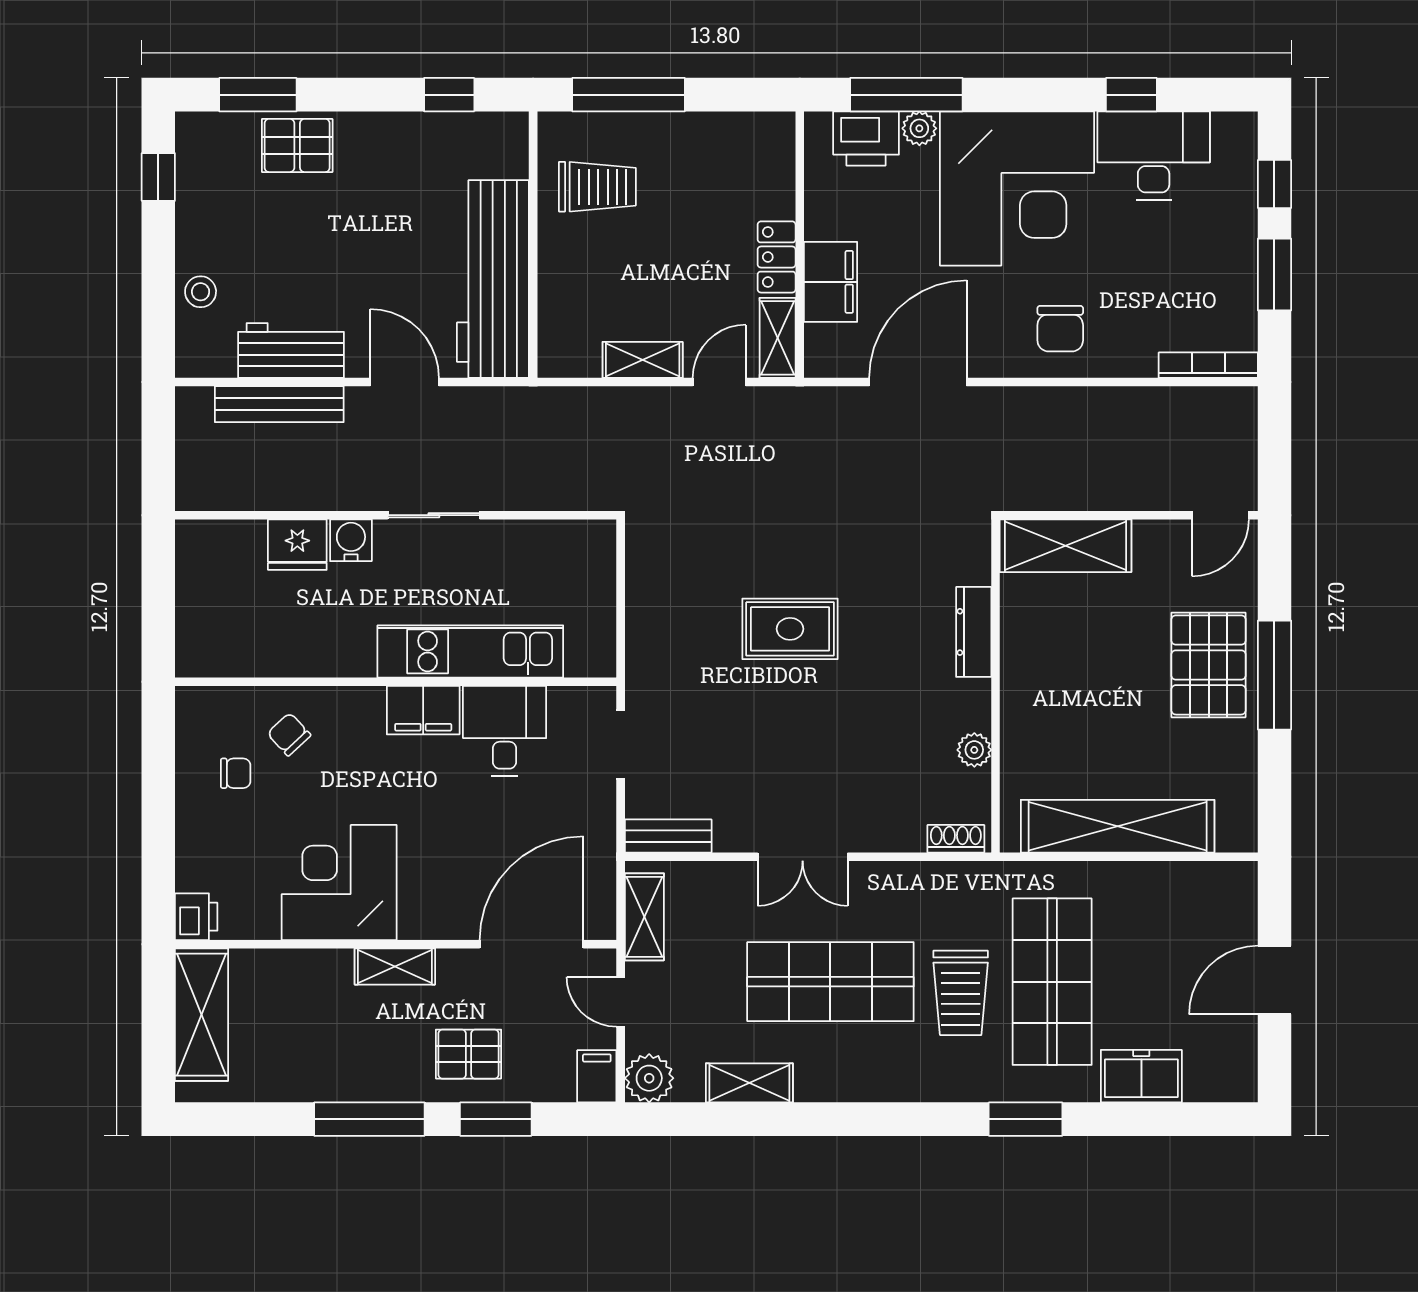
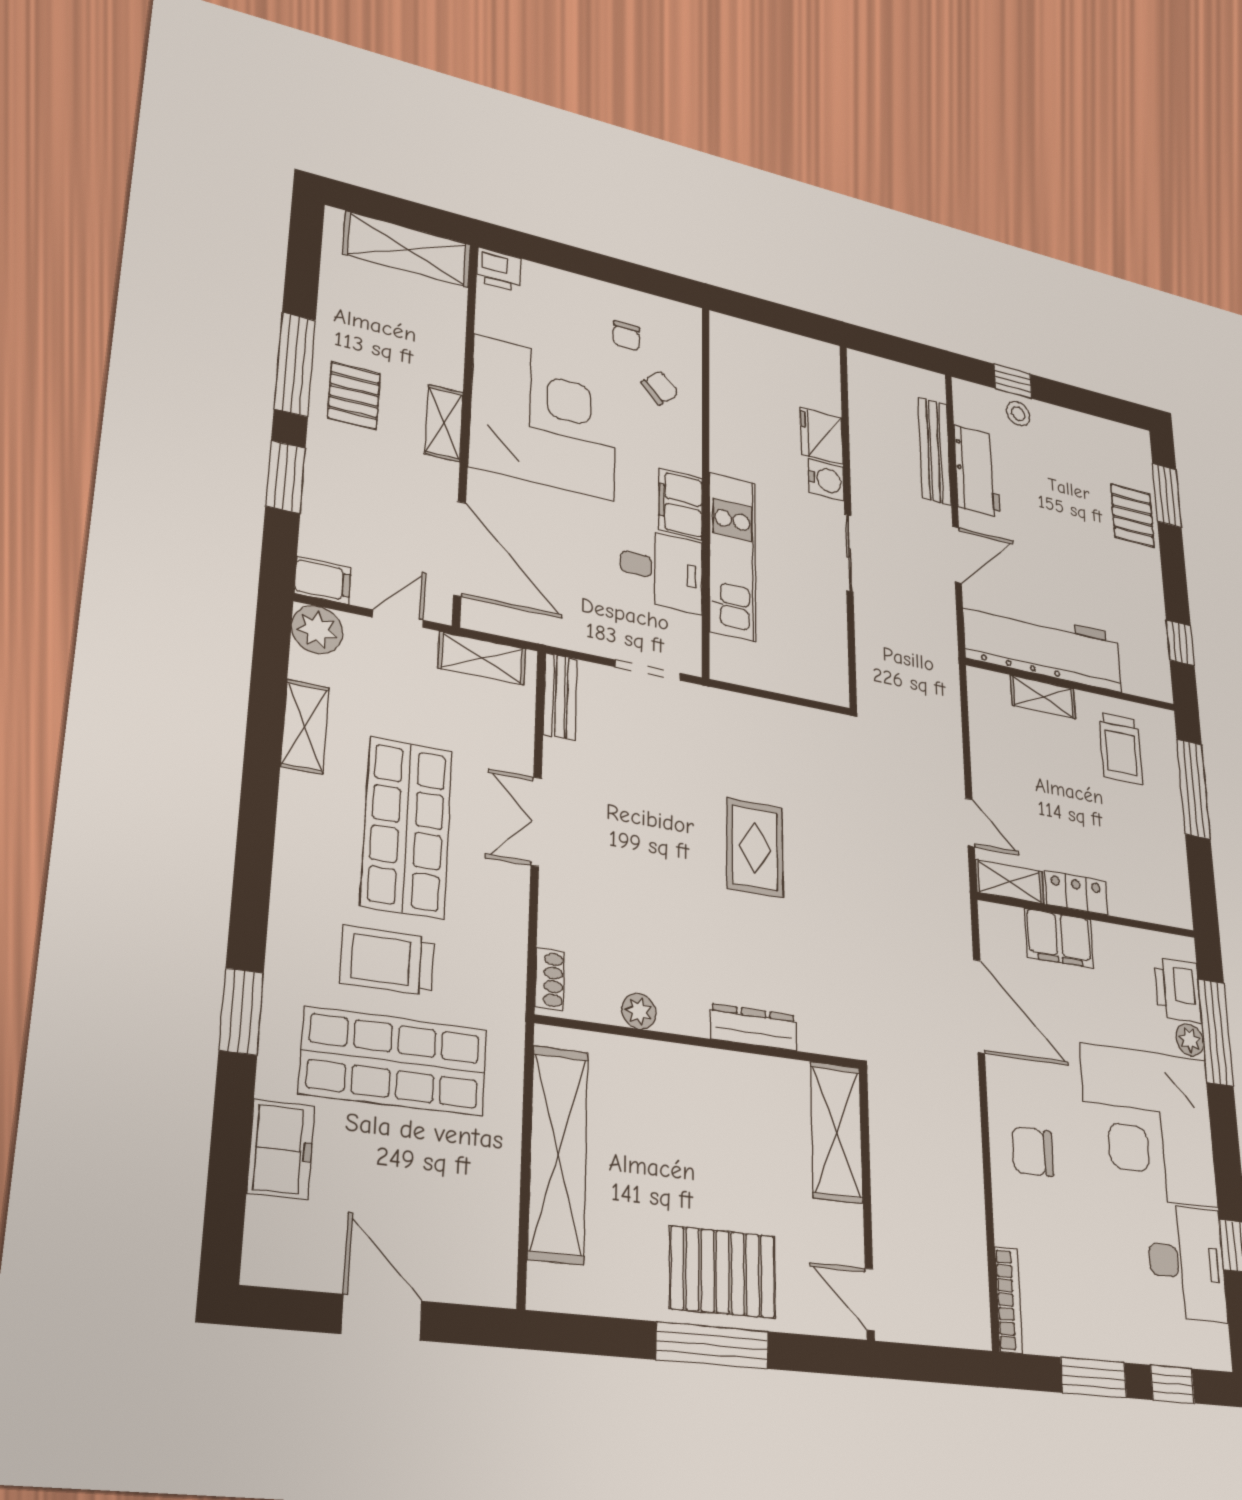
window: (158, 177) -> (1013, 381), moved
shelving: (643, 360) -> (1043, 697), moved, turned 90
corner desk: (339, 883) -> (544, 417), width x1.36, depth x1.36
pallet: (468, 1054) -> (354, 396), moved

